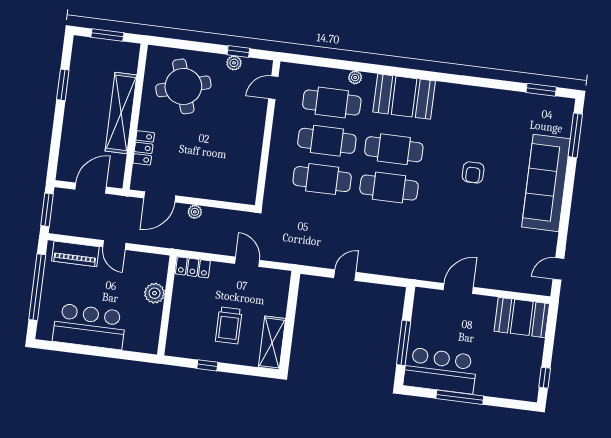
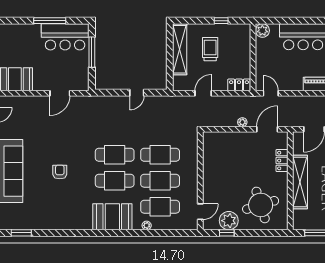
plant: (234, 63) -> (229, 221), width x1.87, depth x1.87
door: (114, 245) -> (271, 93), moved
door: (247, 262) -> (203, 93), swing flipped
plant: (155, 293) -> (262, 31), moved
shelving: (272, 343) -> (180, 49), width x1.47

